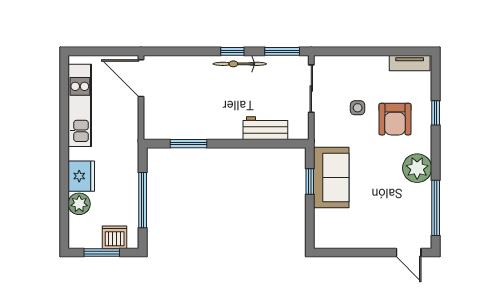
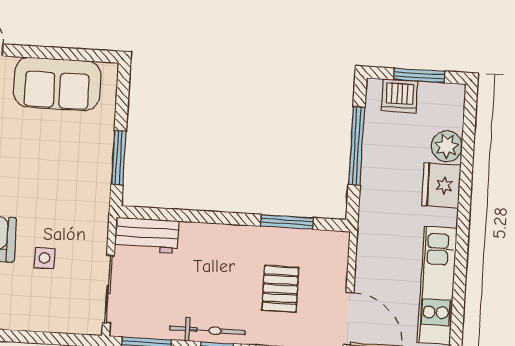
pallet: (190, 96) -> (280, 289), added
workbench: (265, 128) -> (147, 235), moved
sofa: (331, 178) -> (57, 84), moved, turned -90
window: (310, 182) -> (119, 158), width x1.50

